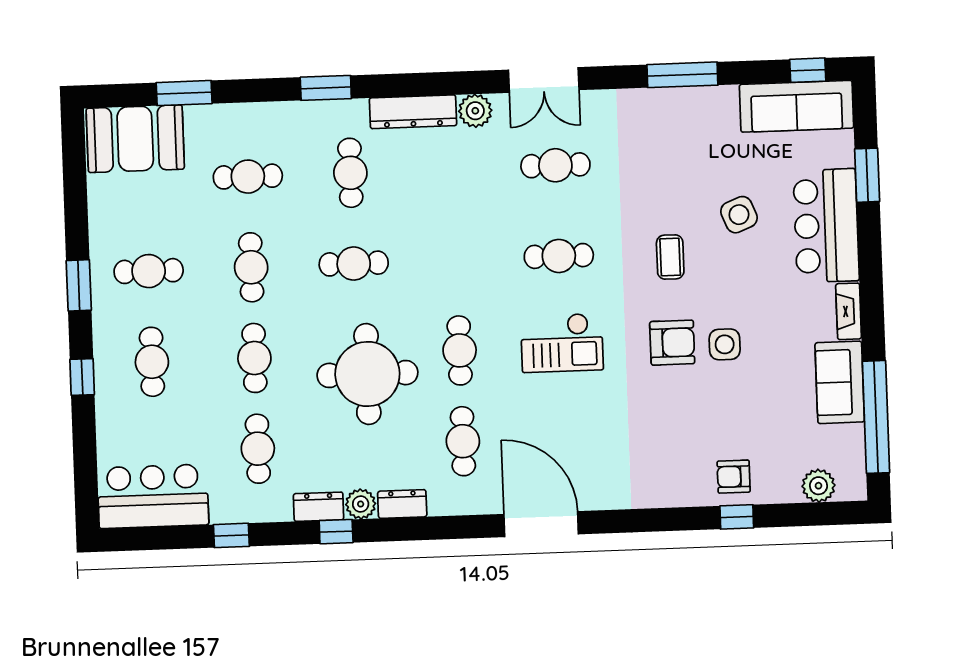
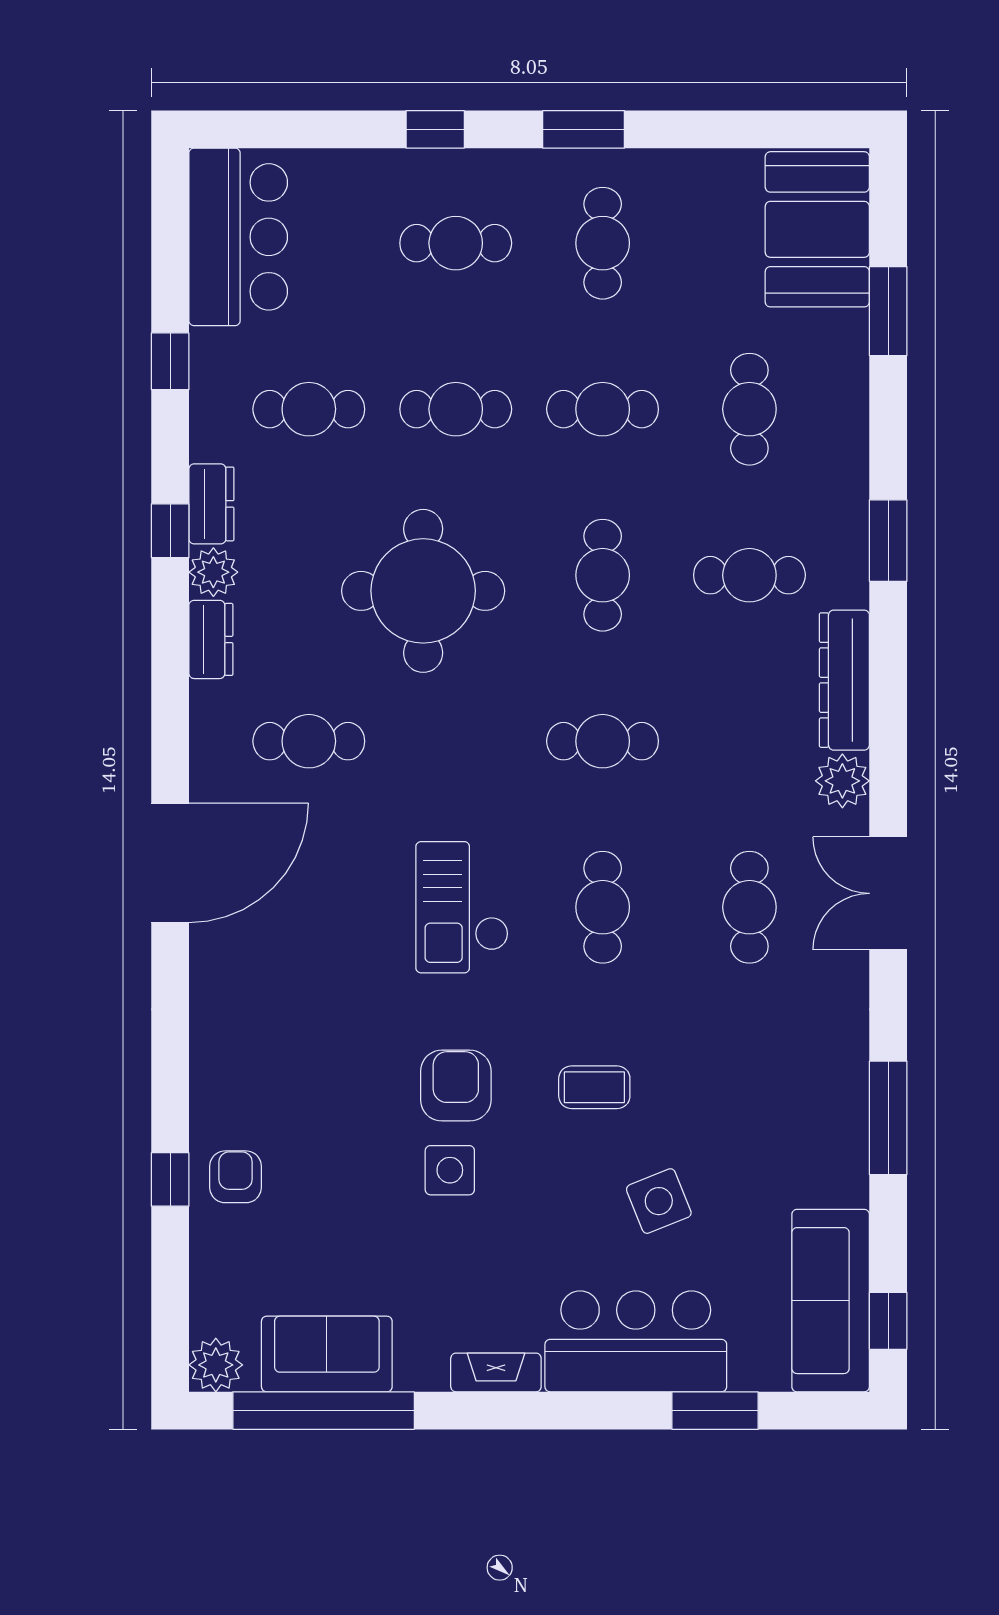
armchair: (672, 343) -> (456, 1086), turned 180
cafe table: (460, 350) -> (603, 741), moved
sofa: (840, 382) -> (327, 1354), moved
plant: (818, 486) -> (216, 1365), moved

